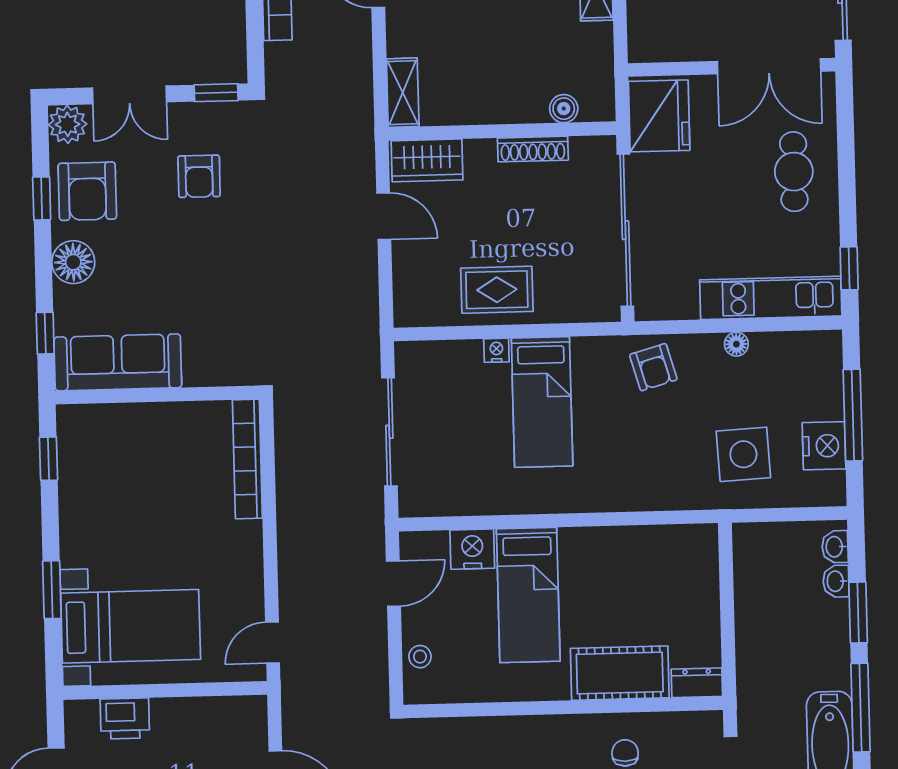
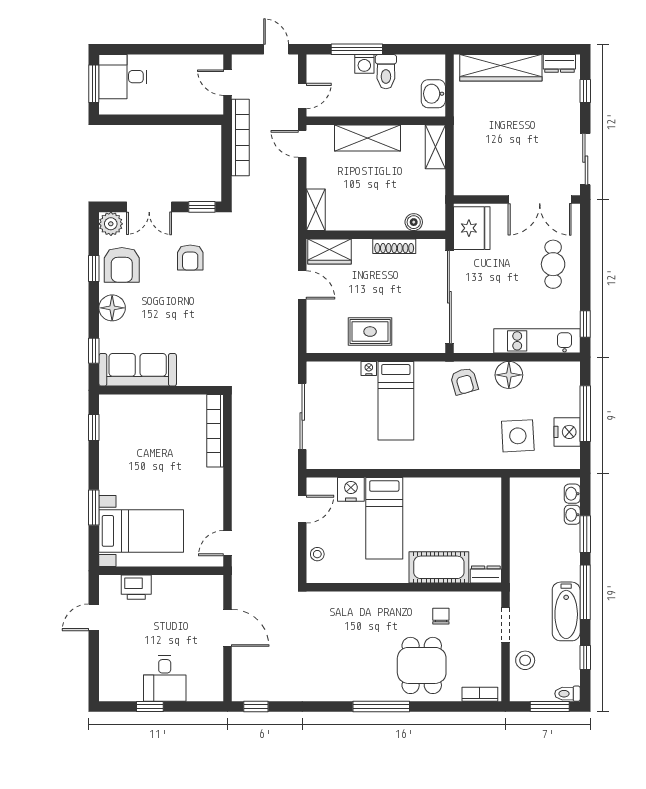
floor lamp: (736, 344) -> (509, 375), width x1.89, depth x1.89

